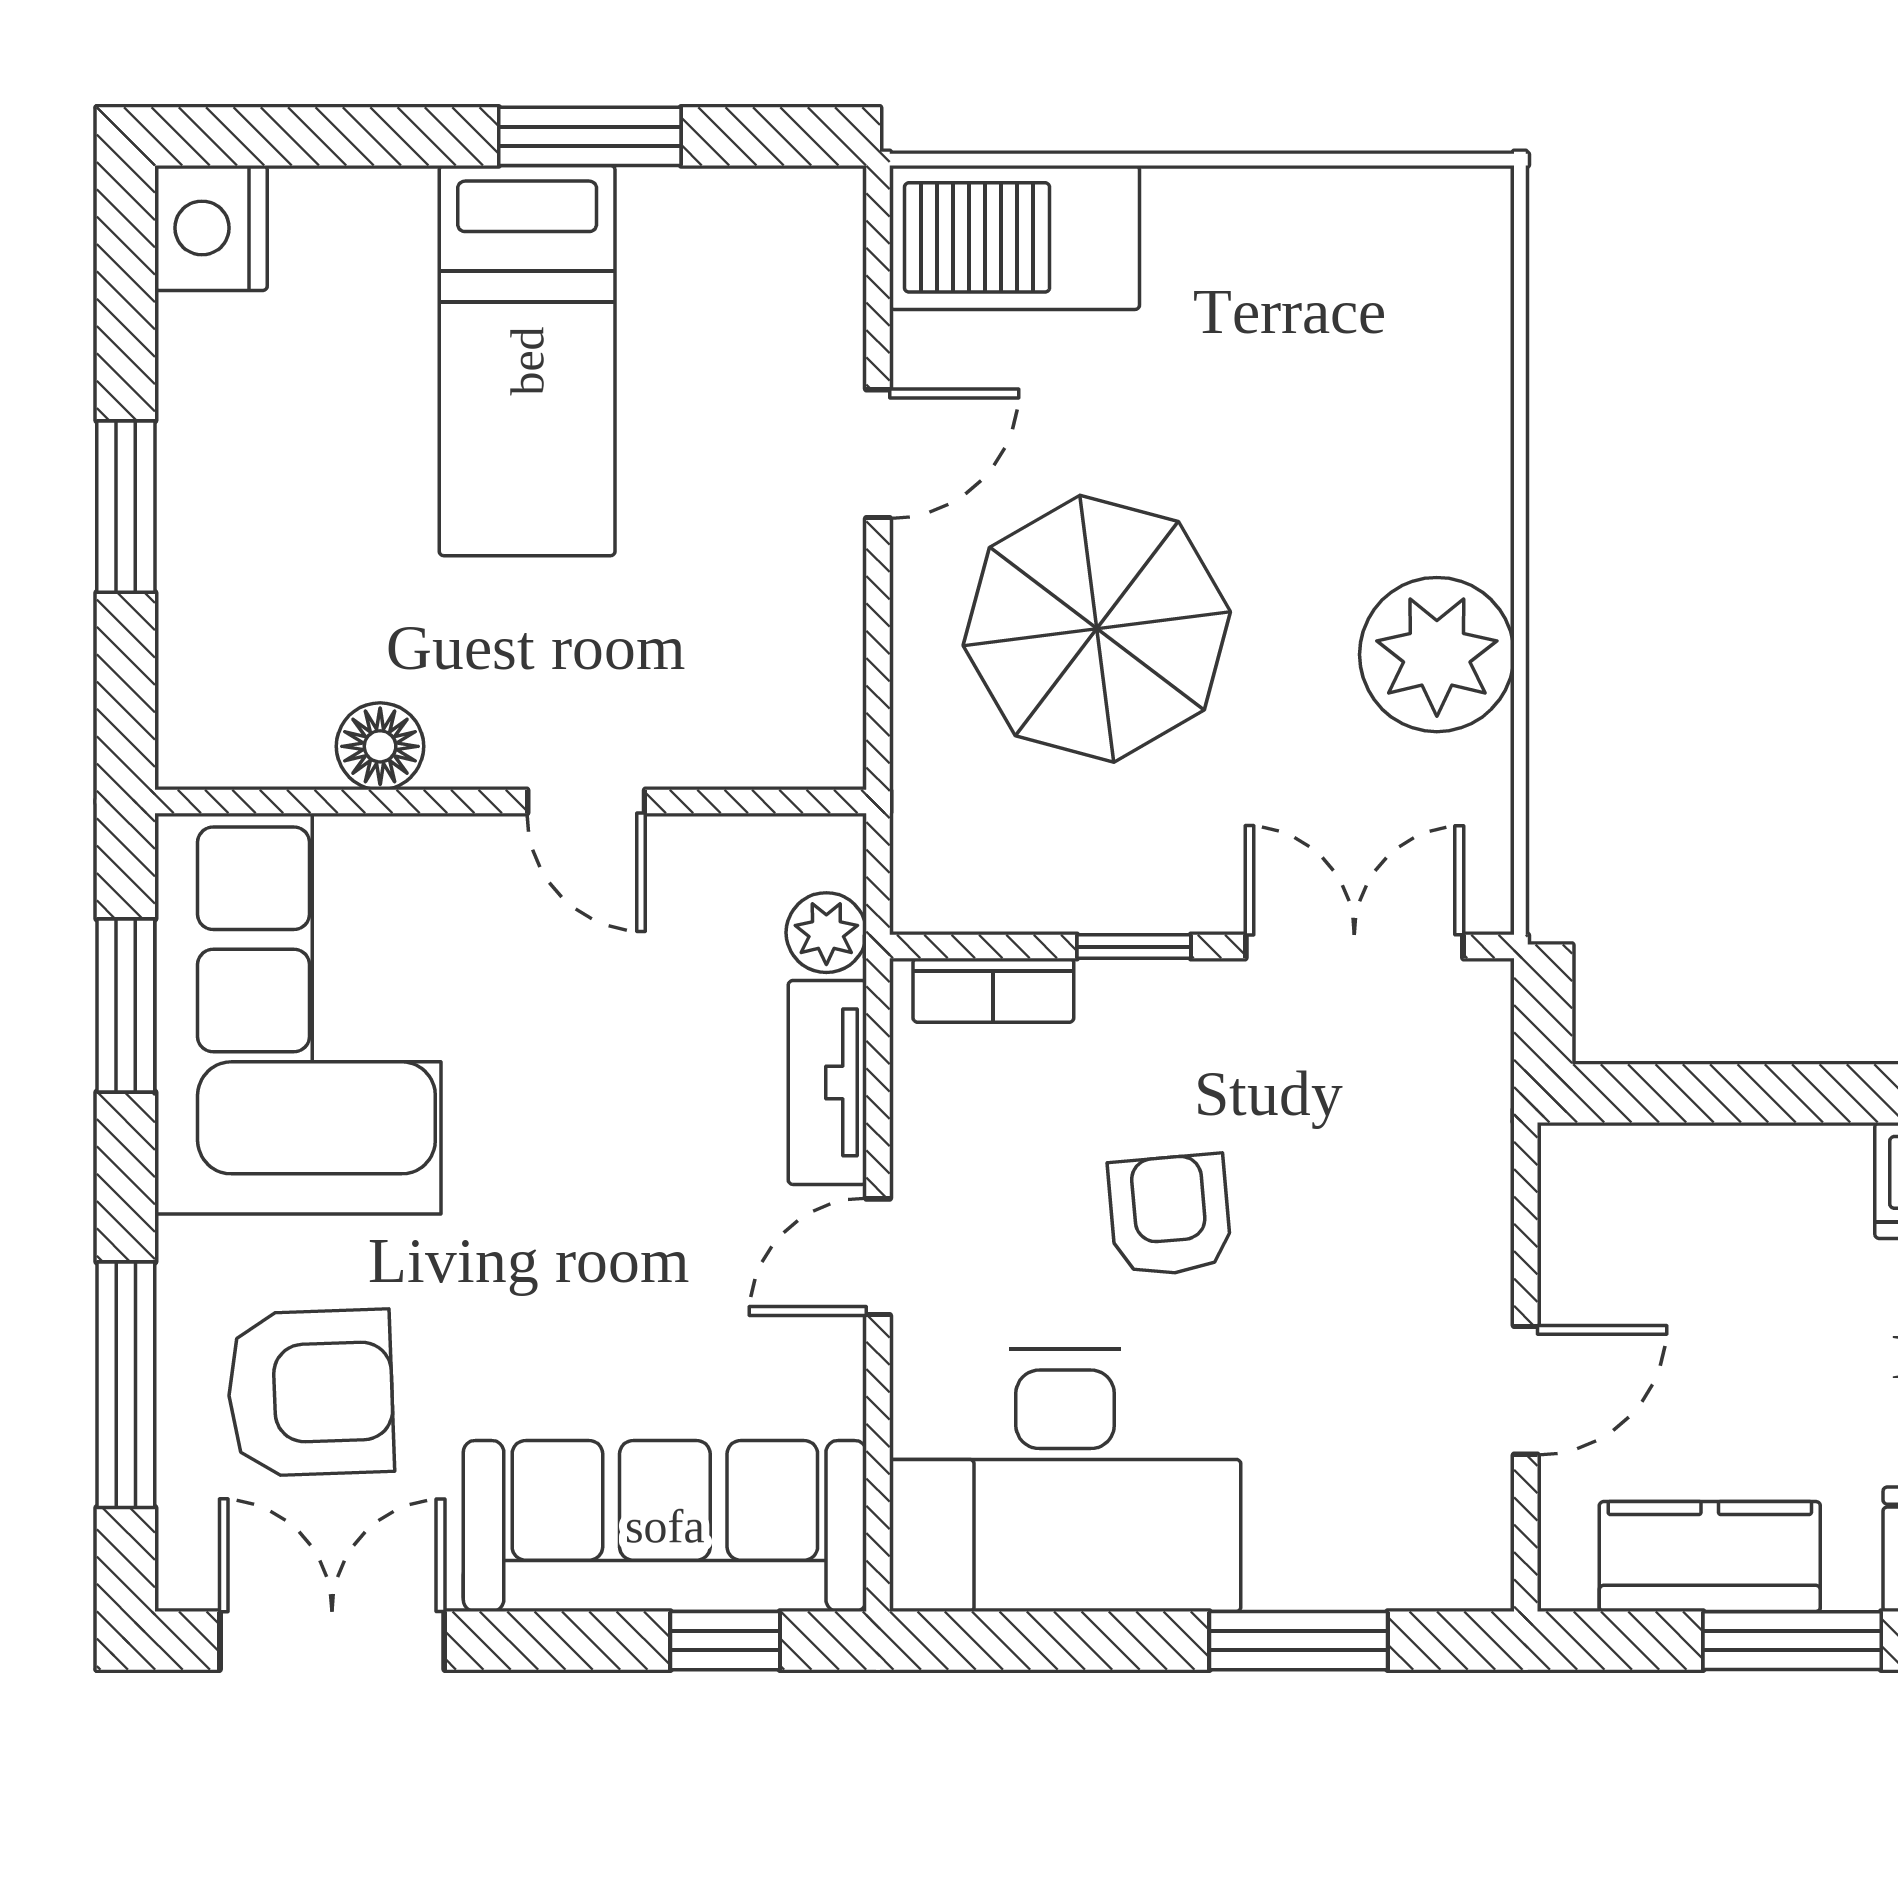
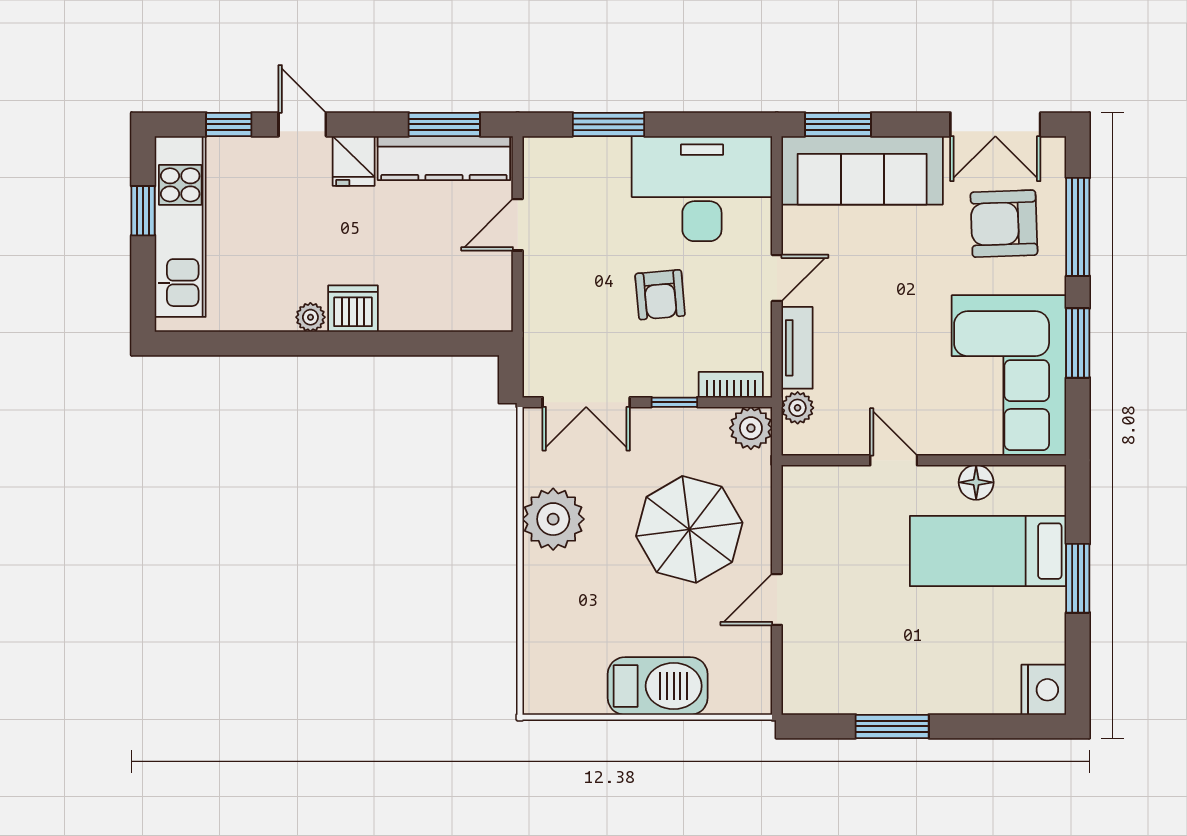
barbecue: (1015, 237) -> (658, 686), moved
bed: (527, 361) -> (988, 551), moved, turned -90
plant: (943, 882) -> (751, 428), added
window: (126, 1005) -> (1078, 343), moved
kitchen counter: (1710, 1556) -> (444, 158), width x1.50
window: (725, 1641) -> (838, 124), width x1.50
window: (1792, 1641) -> (444, 124), moved

